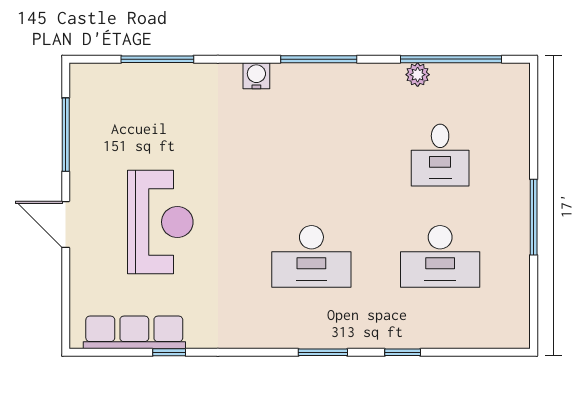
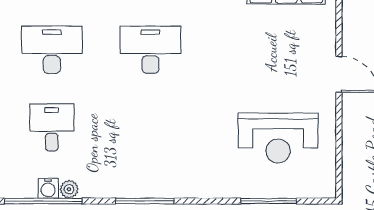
water cooler: (256, 76) -> (48, 188), moved
window: (66, 135) -> (339, 143), removed
reception desk: (160, 222) -> (278, 138), moved, turned -90

